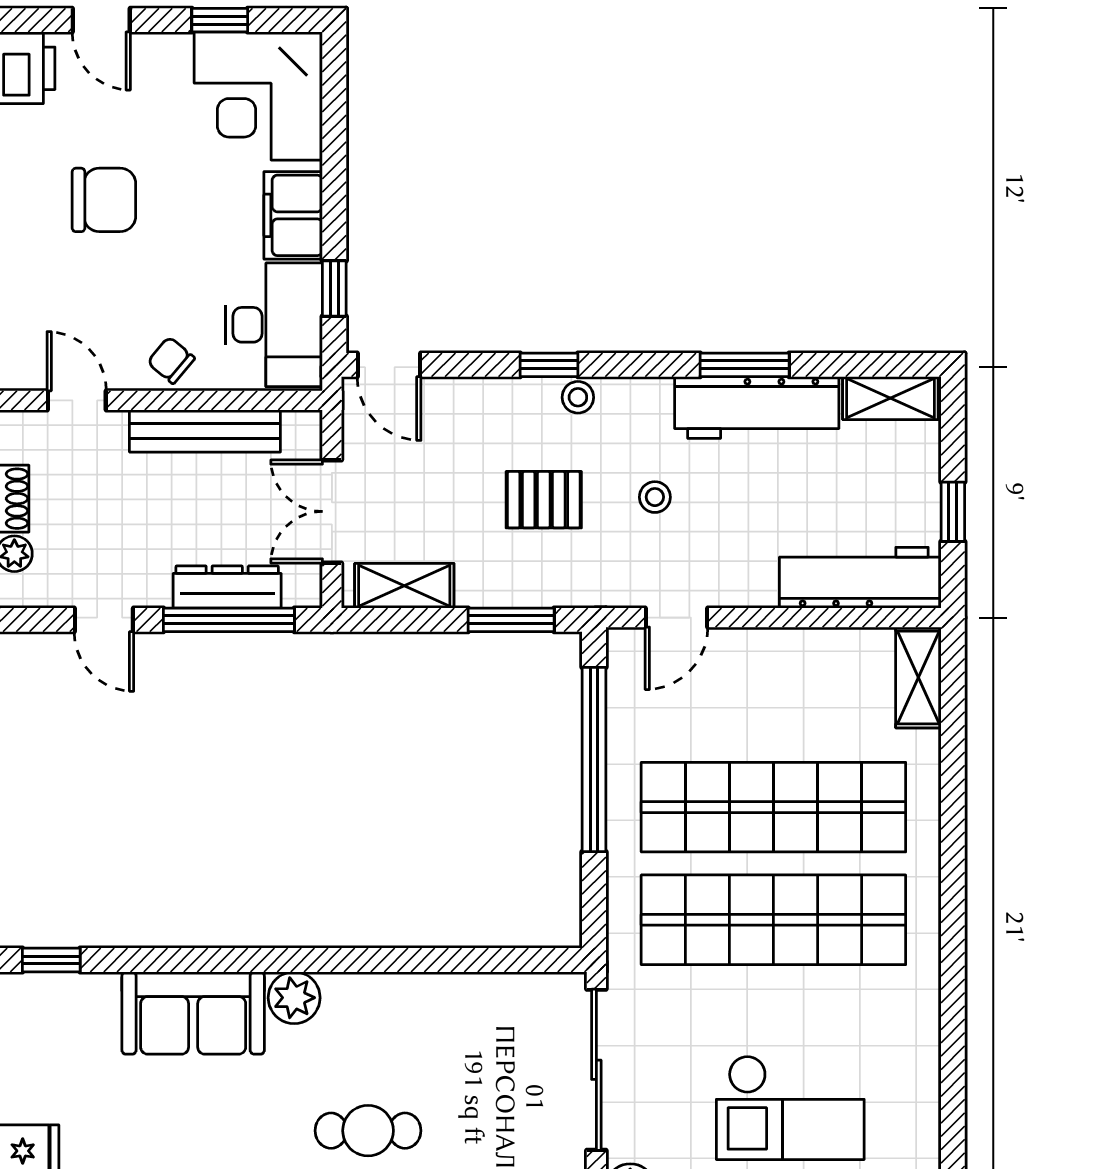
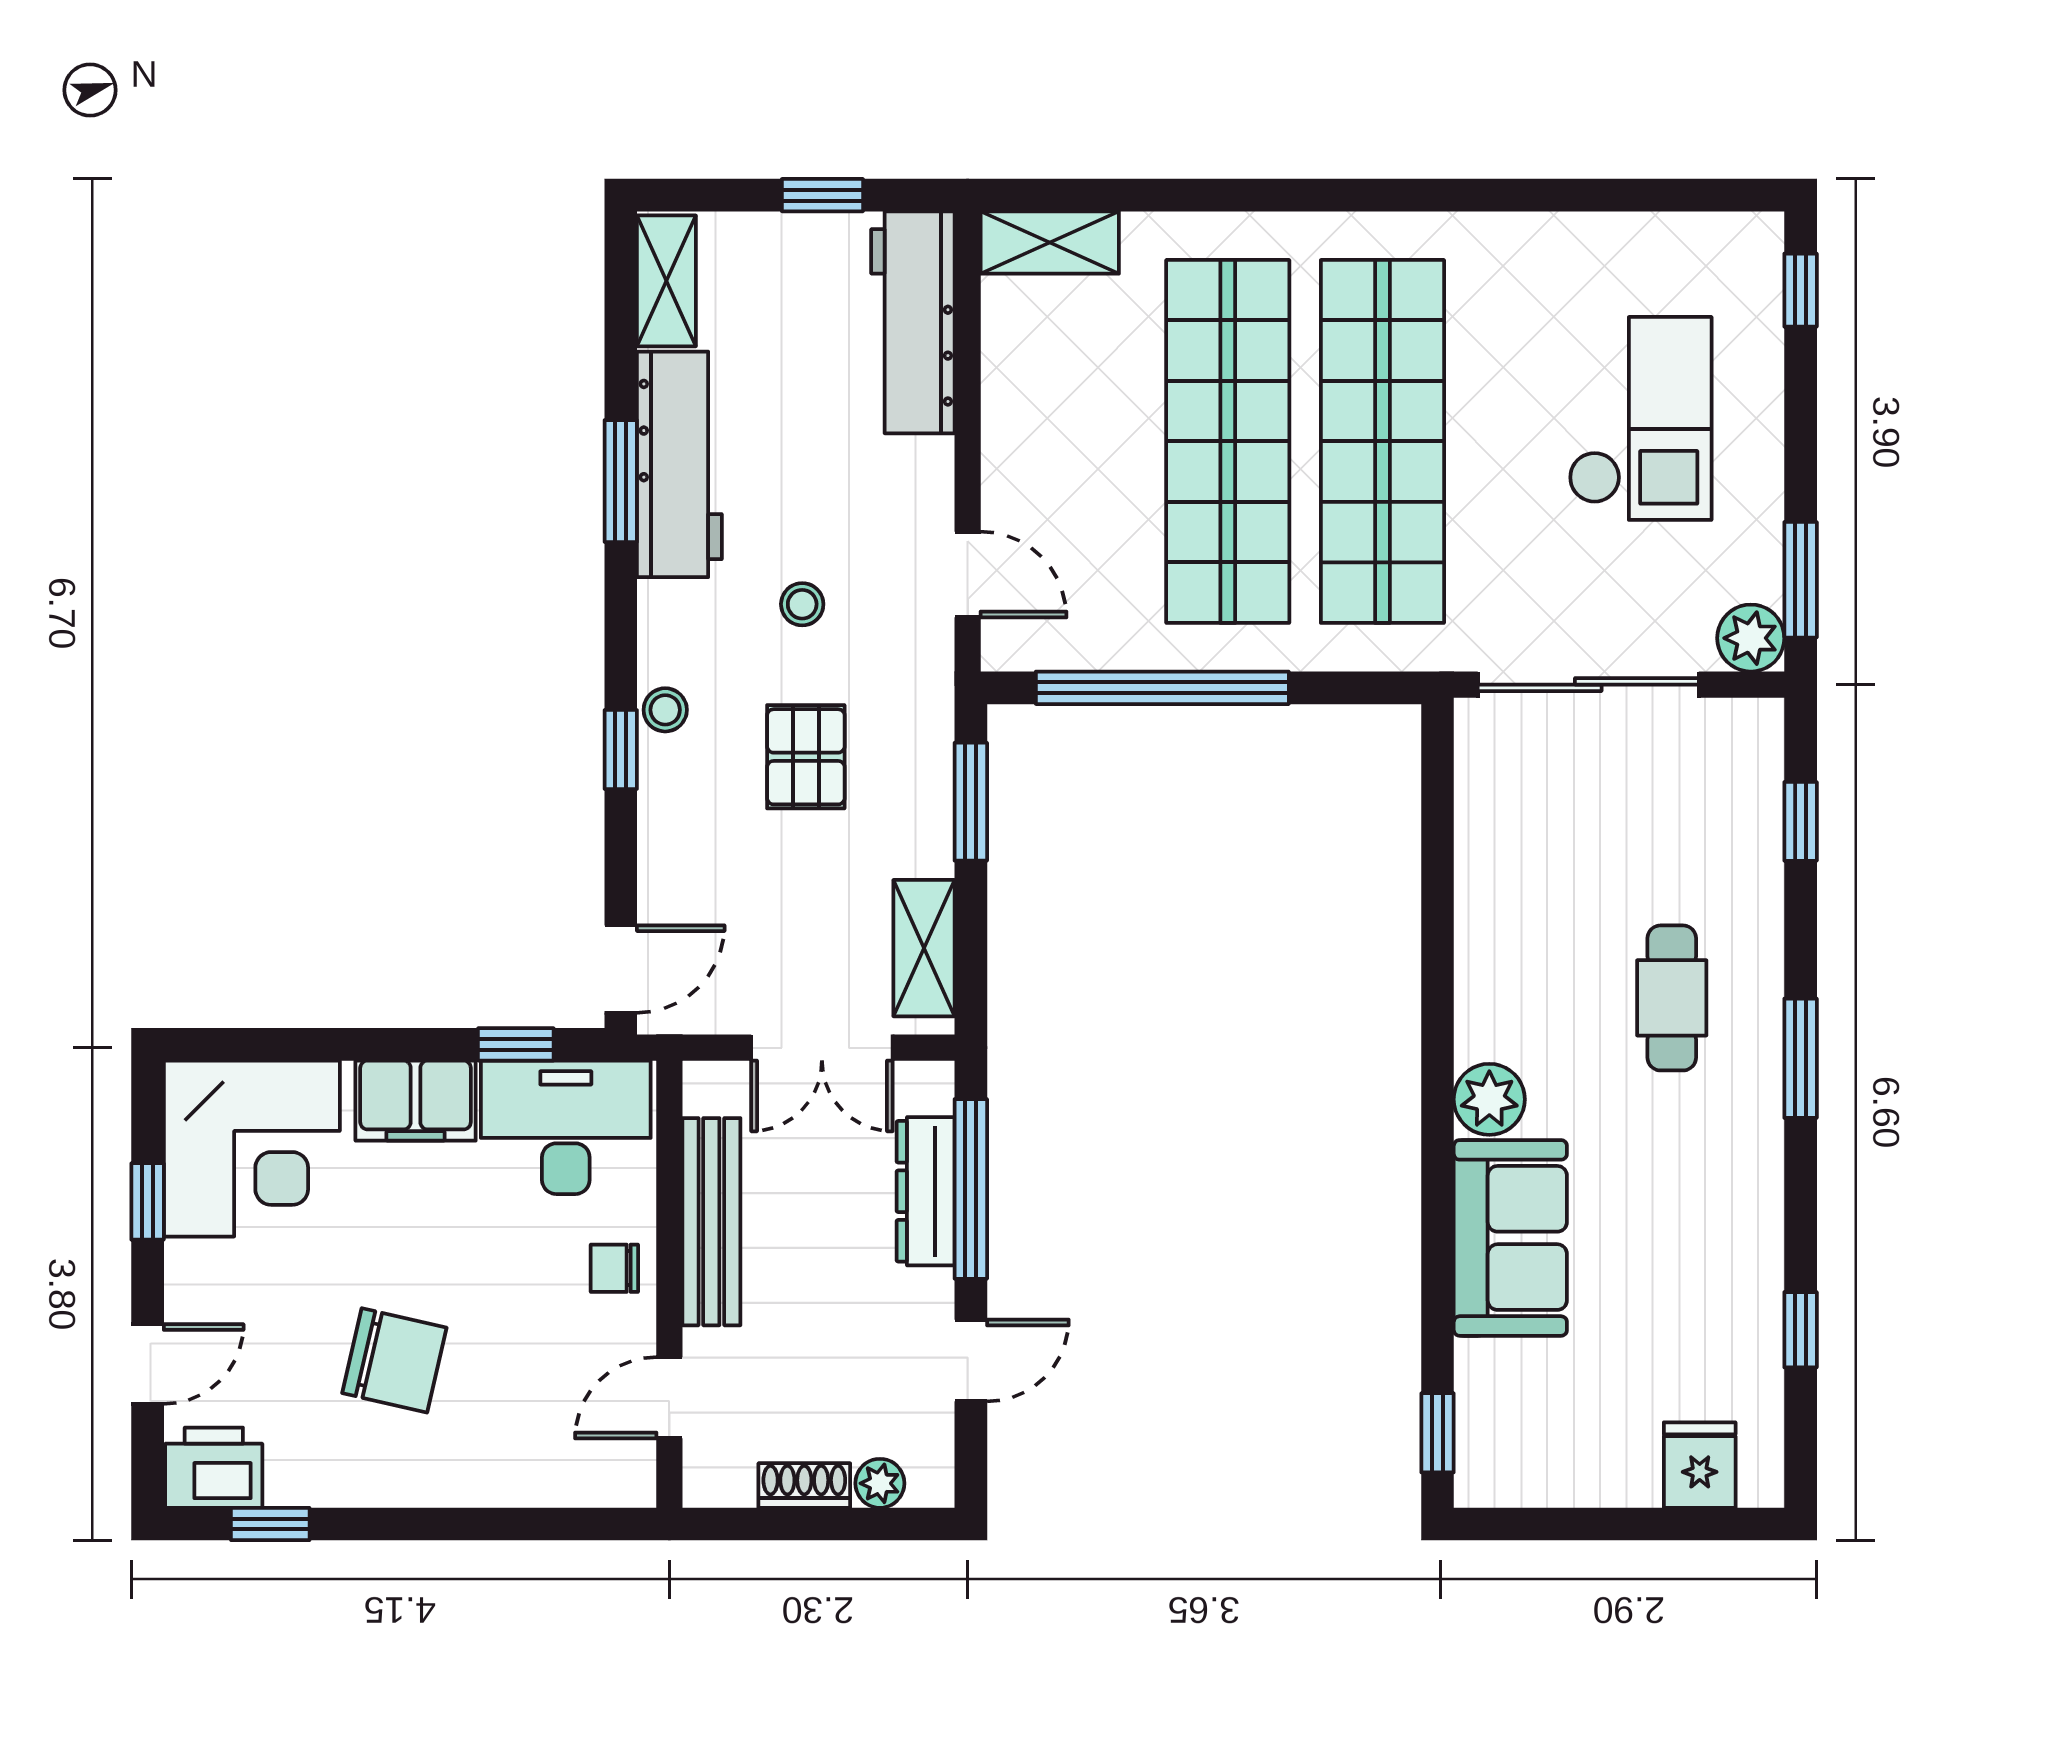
chair: (104, 200) -> (394, 1360), turned 103
chair: (171, 360) -> (614, 1268), turned 50

